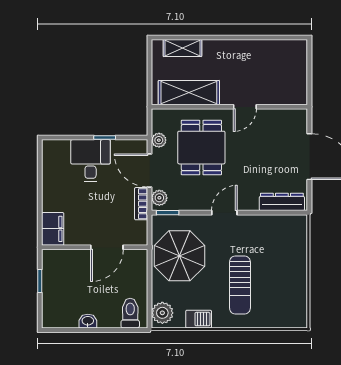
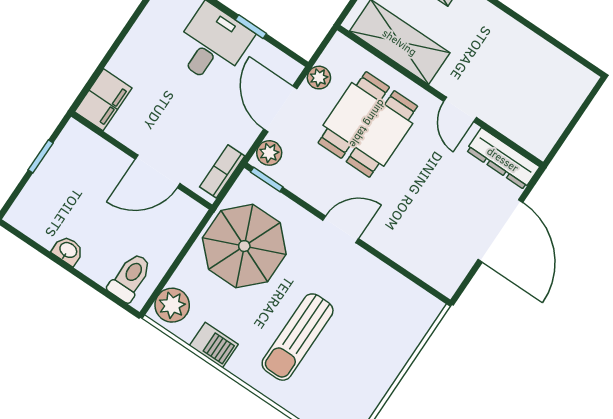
door: (245, 107) -> (460, 110), hinge flipped
dresser: (282, 202) -> (503, 159), moved, turned 180
bookcase: (141, 204) -> (222, 171), moved

